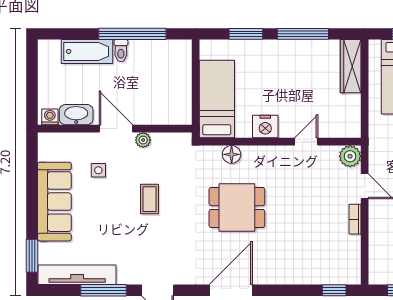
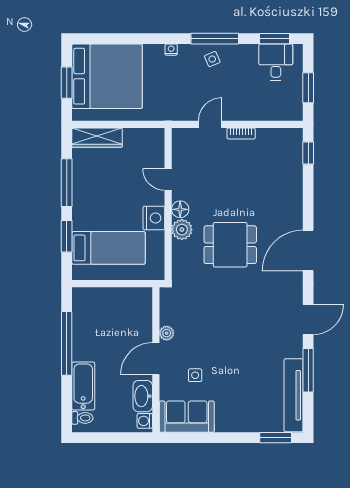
toilet: (121, 51) -> (82, 418), moved
bed: (217, 99) -> (108, 248), moved, turned 180
floor lamp: (232, 154) -> (180, 209), moved
plant: (350, 156) -> (182, 230), moved
coffee table: (149, 199) -> (222, 327), removed
sofa: (54, 202) -> (187, 417), moved, width x0.73
dining table: (237, 208) -> (230, 245), turned 90
door: (231, 290) -> (308, 251), hinge flipped

